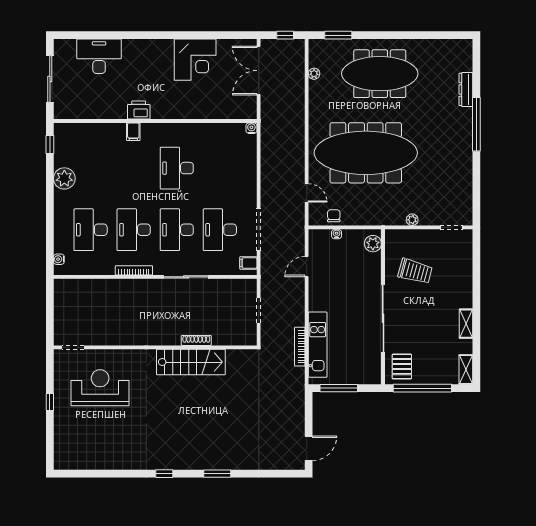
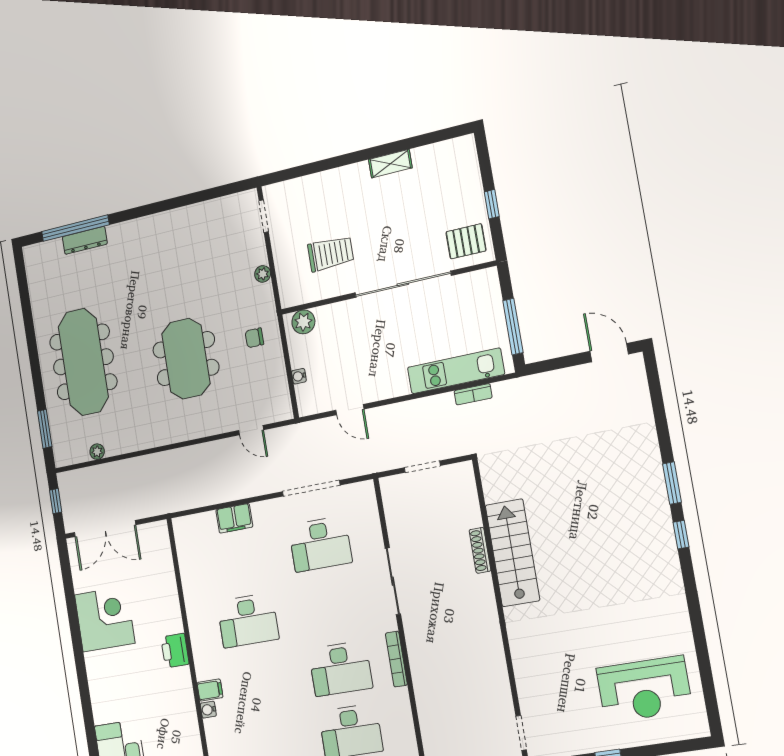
printer: (139, 110) -> (175, 651), moved
window: (476, 124) -> (75, 228), moved
water cooler: (251, 128) -> (208, 710), moved
meeting table: (366, 153) -> (186, 359), width x0.54, depth x0.79
door: (307, 193) -> (251, 430), swing flipped
chair: (334, 216) -> (254, 338), moved
desk: (177, 230) -> (330, 606), removed
filing cabinet: (248, 263) -> (234, 518), moved, width x2.00
trolley: (415, 271) -> (331, 254), turned 75
bookcase: (300, 347) -> (473, 394), width x0.64
shelving: (466, 370) -> (454, 148), removed
reception desk: (100, 388) -> (644, 689), moved, turned -90
window: (422, 388) -> (492, 204), width x0.32
window: (164, 474) -> (681, 535), moved

